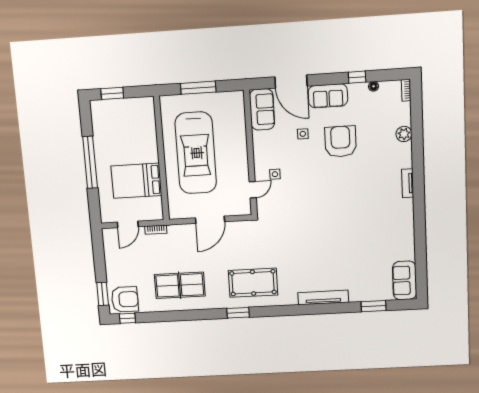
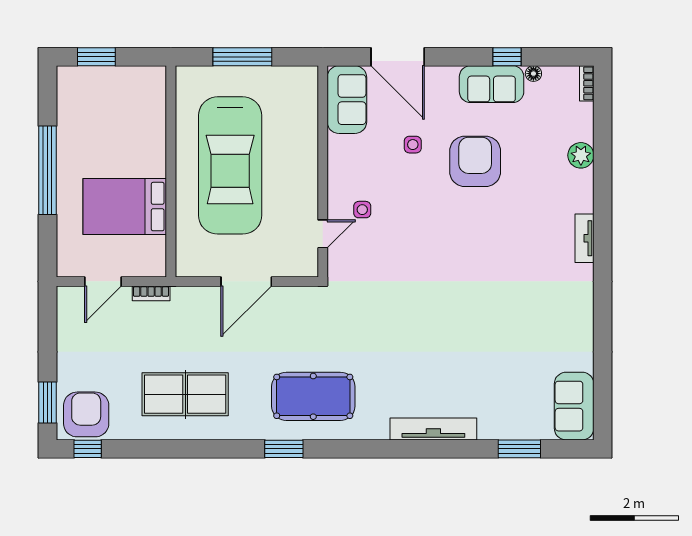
sofa: (328, 96) -> (492, 84), moved
armchair: (125, 299) -> (86, 414), turned -90

